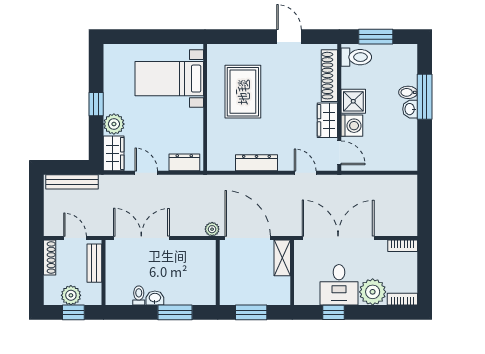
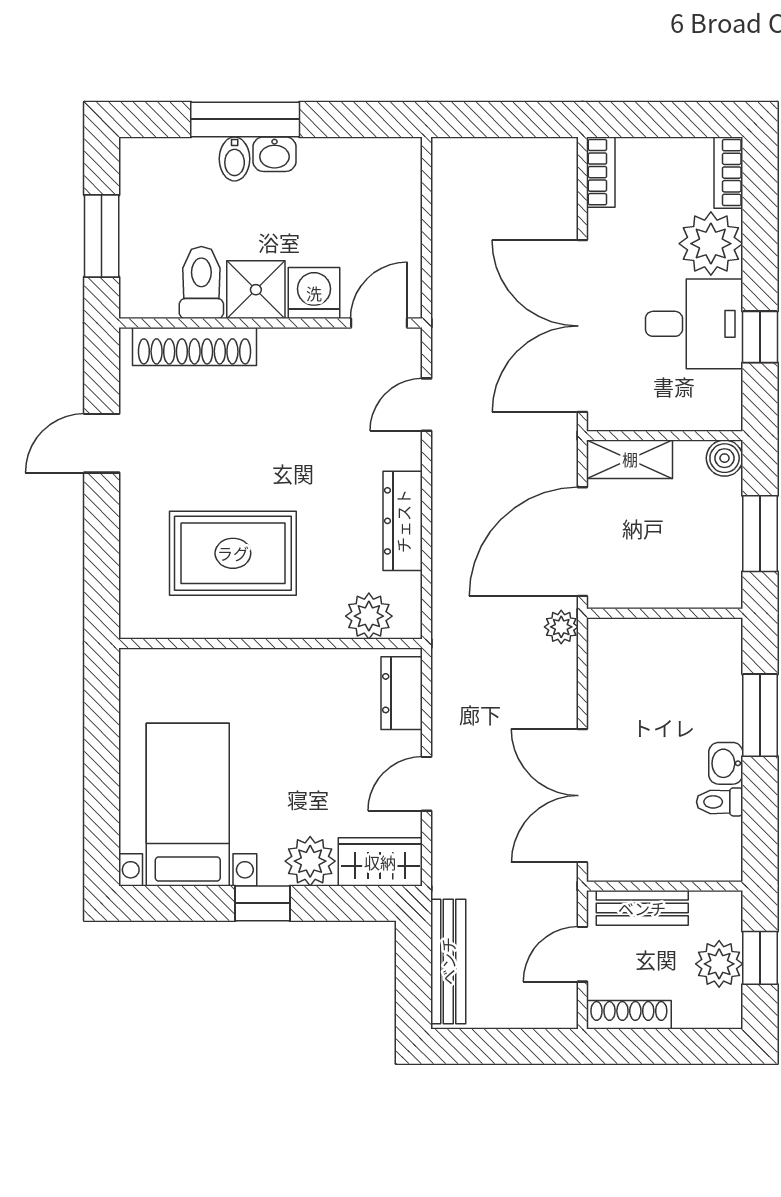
toilet: (356, 57) -> (201, 283), moved
bed with nightstands: (169, 79) -> (188, 805), moved, turned 180
wardrobe: (327, 120) -> (301, 351), removed
plant: (217, 149) -> (369, 616), added
boiler: (283, 298) -> (725, 458), added

